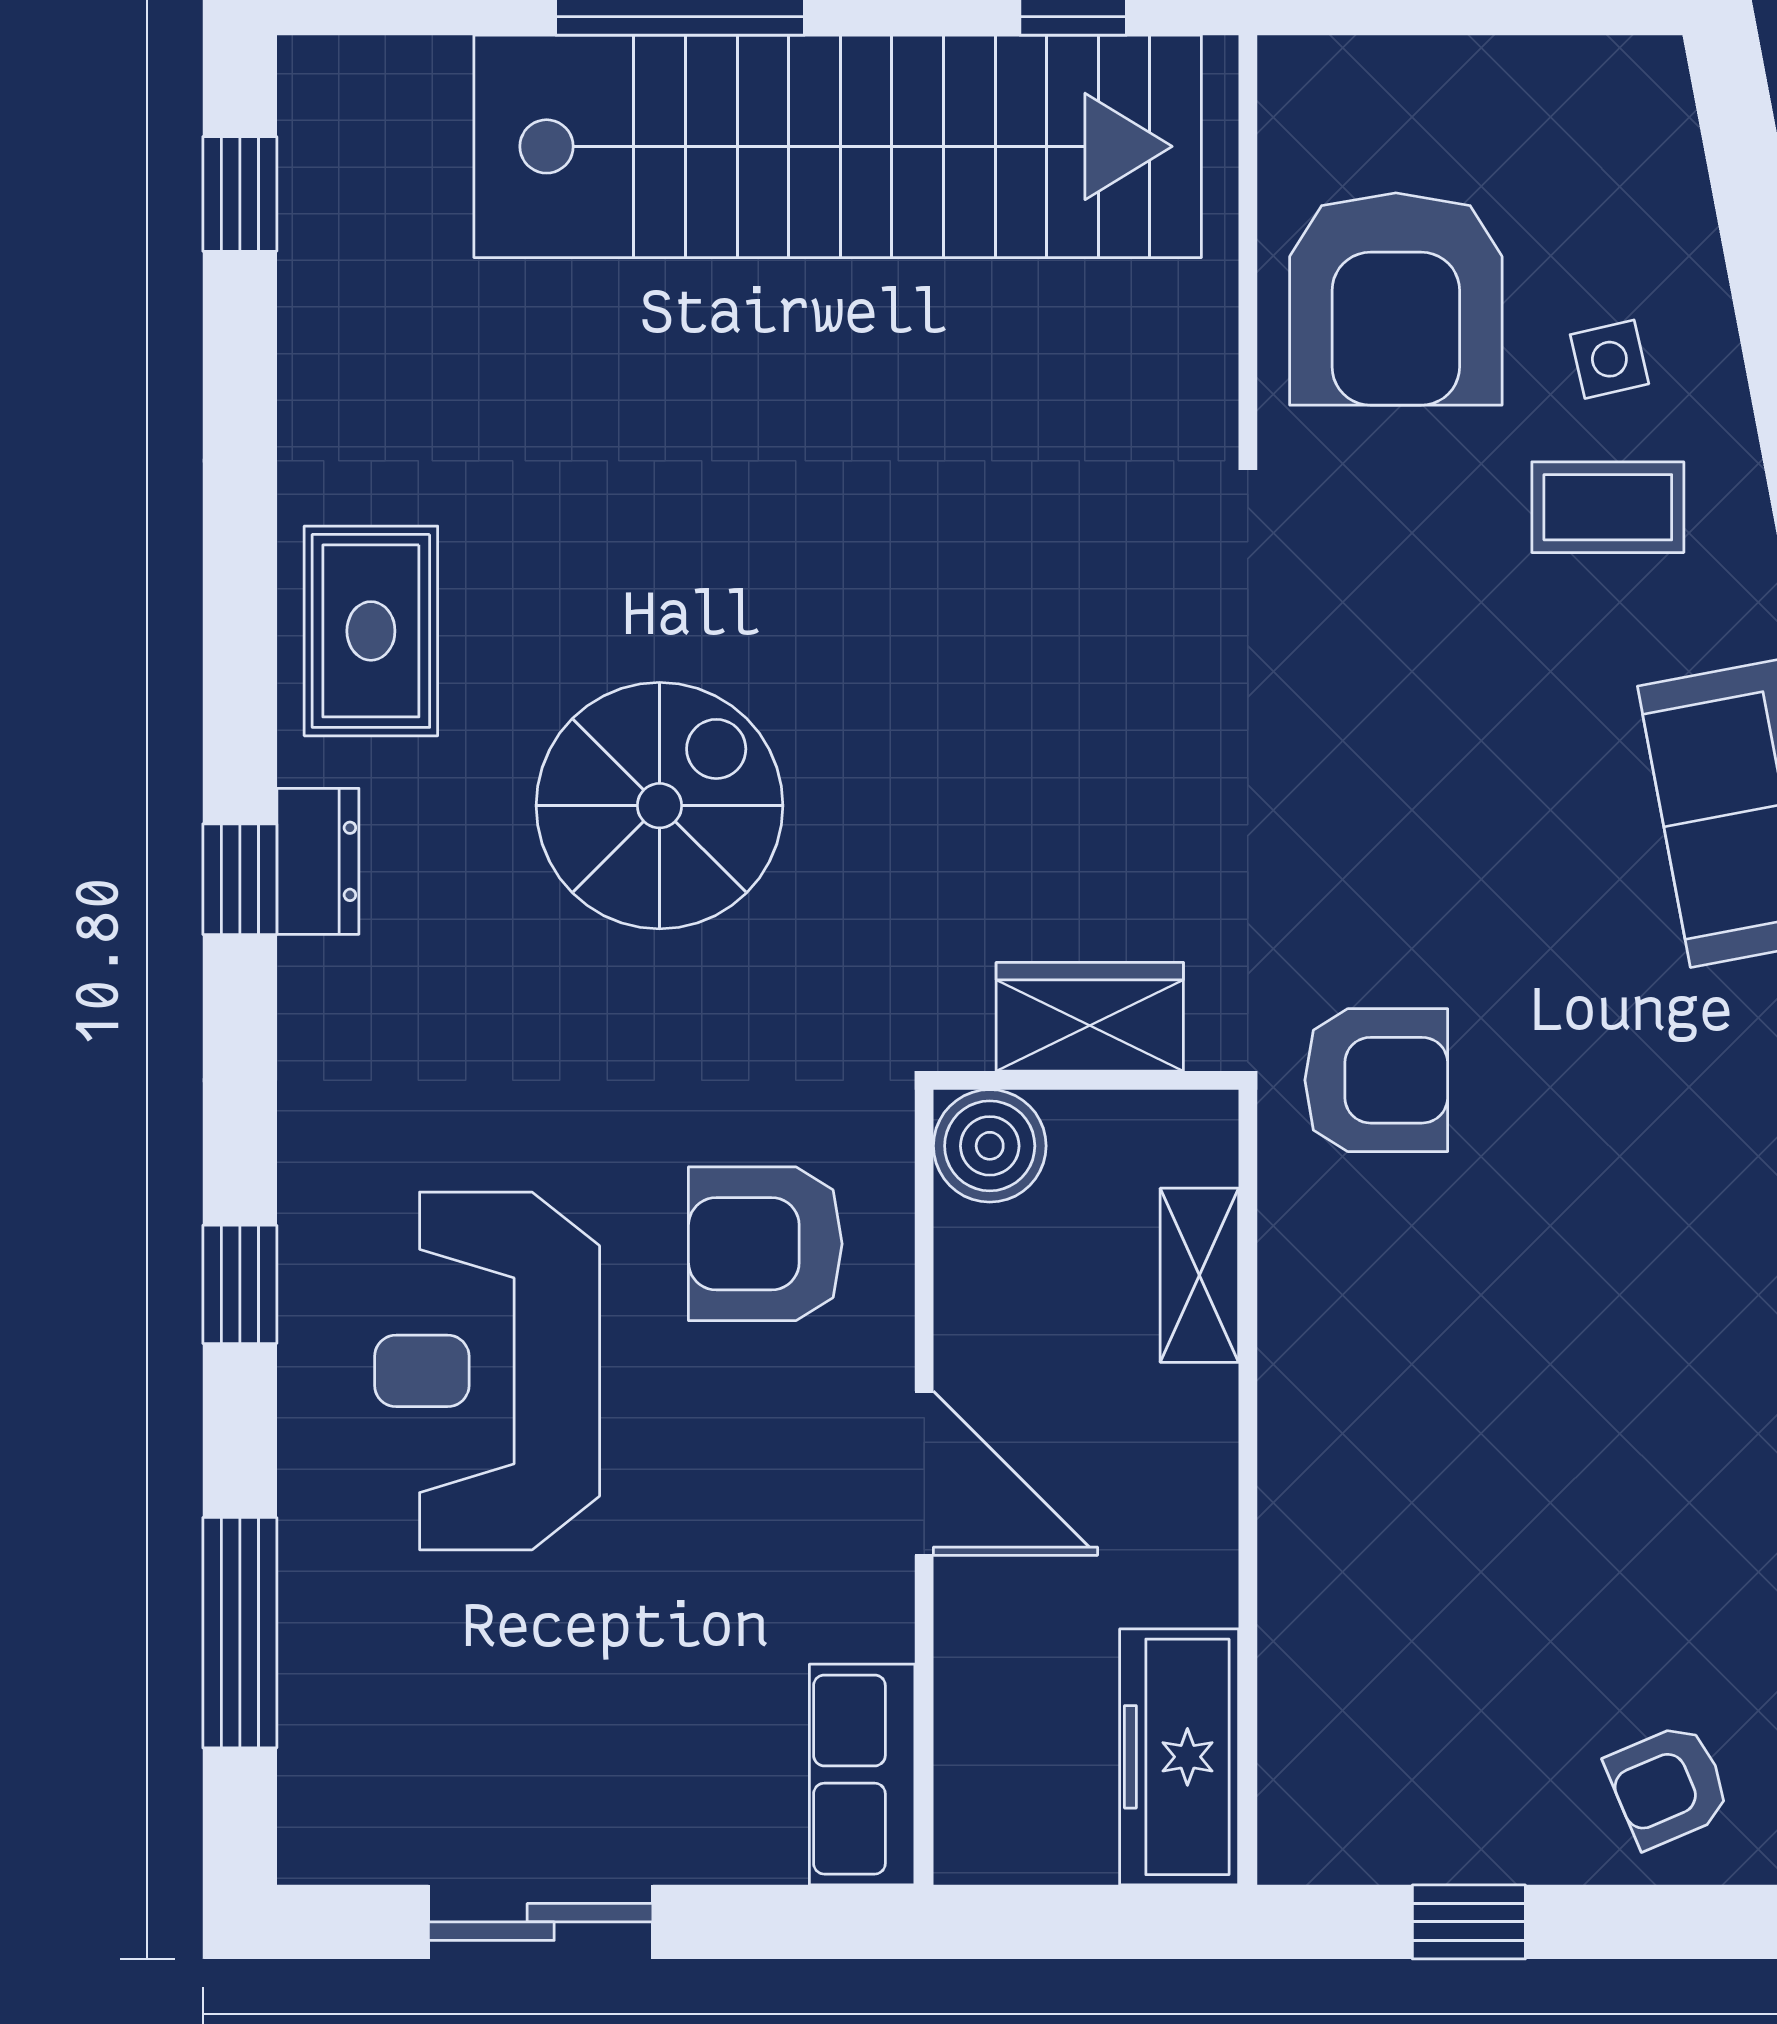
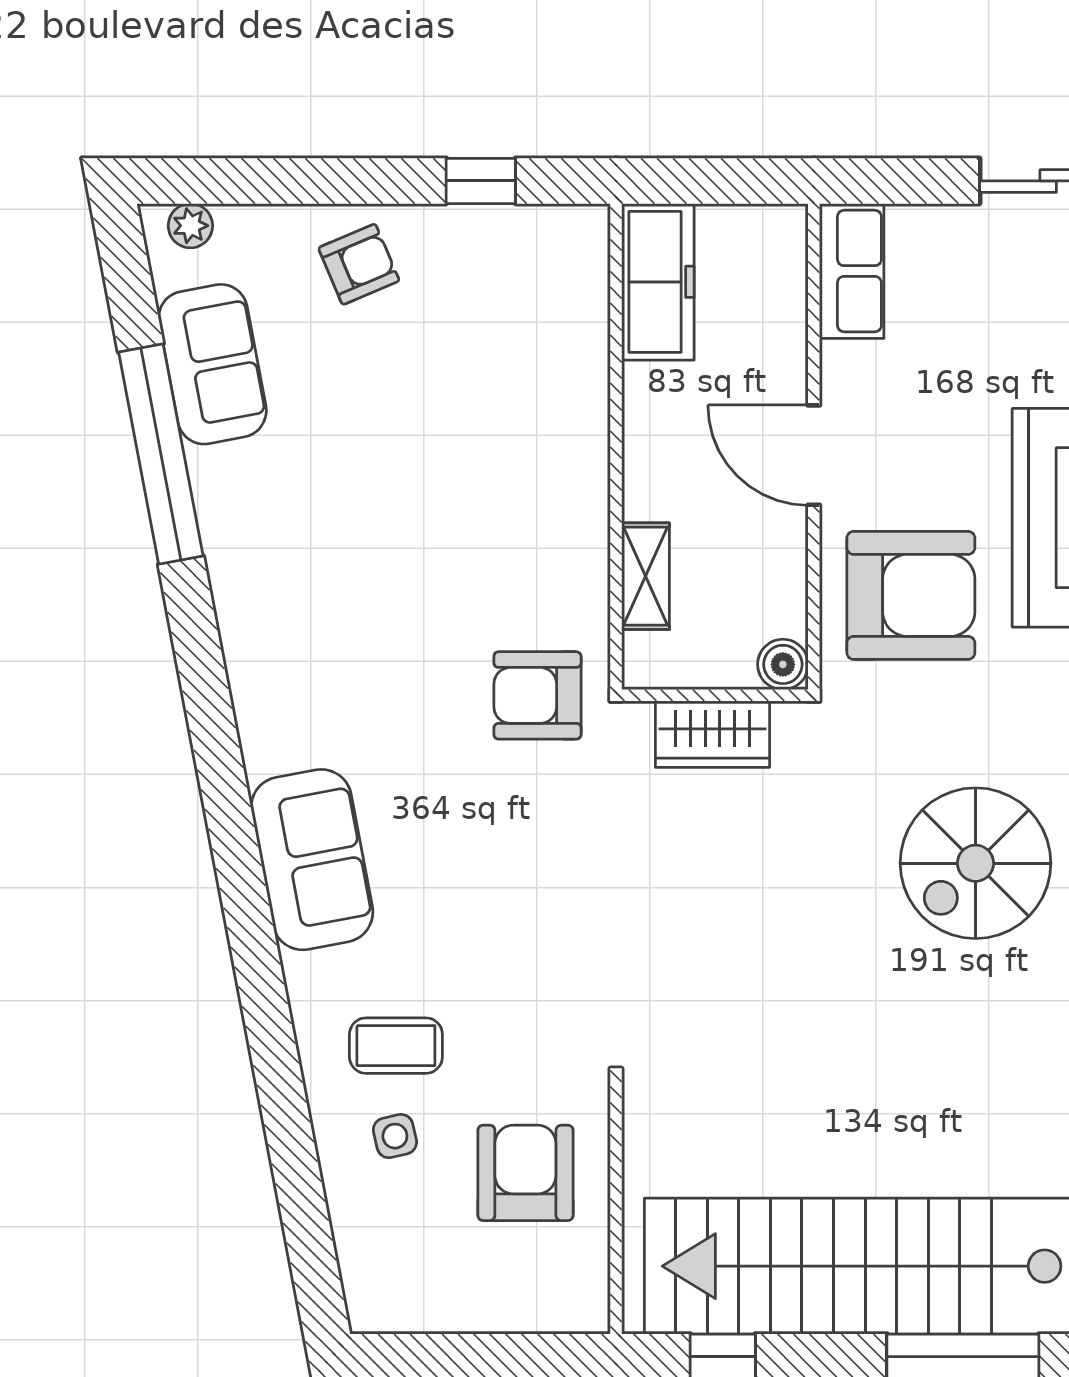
armchair: (1396, 299) -> (525, 1173), width x0.73, depth x0.73
boiler: (990, 1146) -> (783, 664), width x0.73, depth x0.73
armchair: (765, 1244) -> (911, 595), width x1.36, depth x1.36

